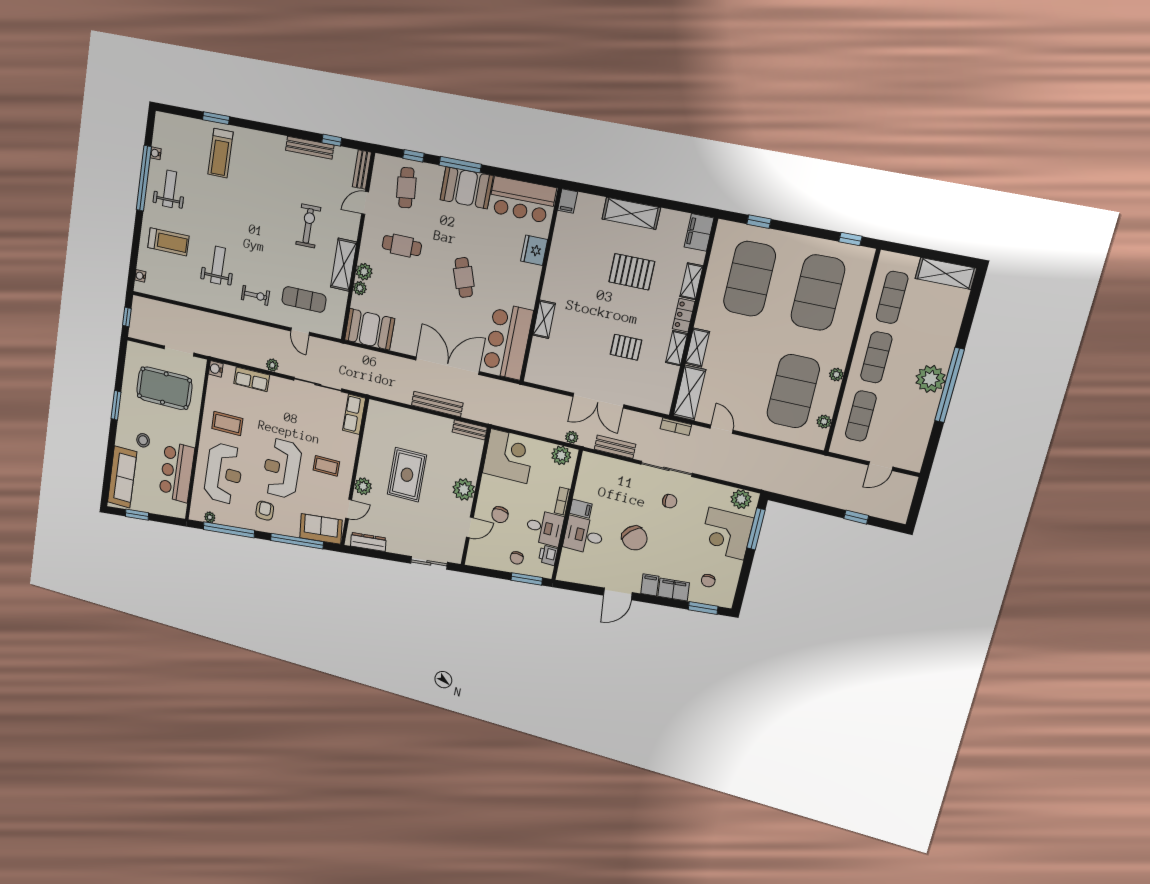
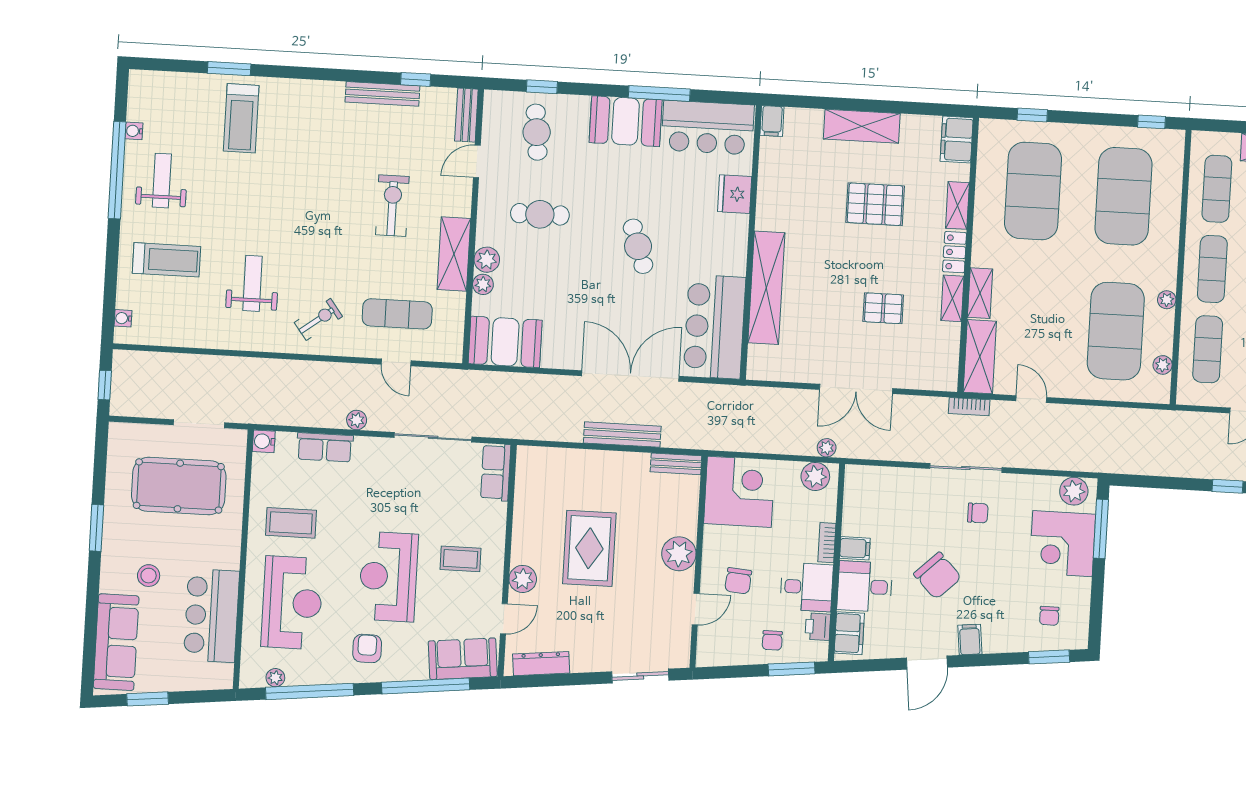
window: (460, 165) -> (659, 93), moved
exercise bike: (255, 295) -> (318, 319), turned -37
shelving: (544, 319) -> (766, 288), width x2.20, depth x1.33
bench: (615, 447) -> (890, 450), removed
filing cabinet: (673, 590) -> (849, 633), moved, turned 96

